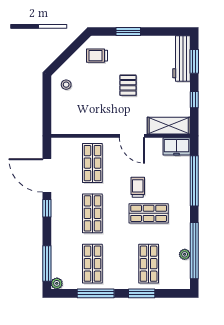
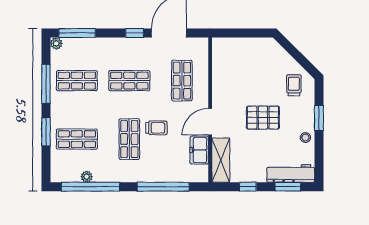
stool: (66, 85) -> (305, 137), moved
pallet: (128, 85) -> (263, 118), width x1.50, depth x1.42
freezer: (177, 146) -> (199, 150), moved
shop shelf: (92, 163) -> (182, 81), turned 90

